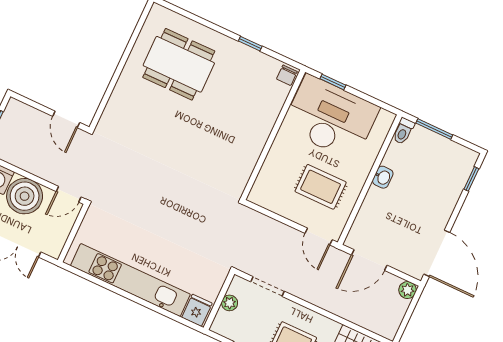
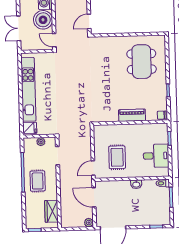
desk: (331, 118) -> (156, 156), width x0.53, depth x0.77
piano: (262, 126) -> (132, 115), added

